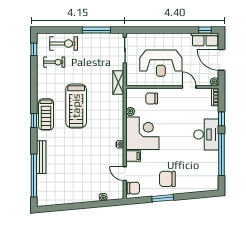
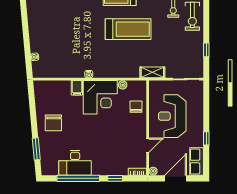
window: (96, 30) -> (206, 50), width x0.46
window: (205, 30) -> (206, 138), moved
treadmill: (76, 106) -> (128, 29), turned 180
desk: (206, 134) -> (75, 163), moved
door: (125, 174) -> (59, 79), removed
chair: (167, 179) -> (53, 123), turned 180
chair: (133, 188) -> (44, 88), removed
window: (163, 198) -> (36, 149), moved

